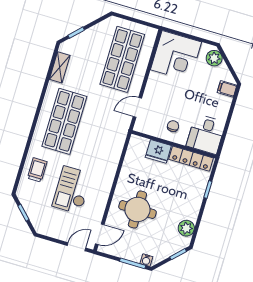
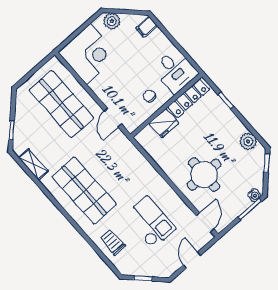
checkout: (72, 190) -> (150, 222), turned 180
door: (76, 247) -> (192, 260), moved

